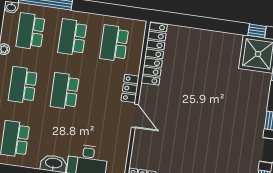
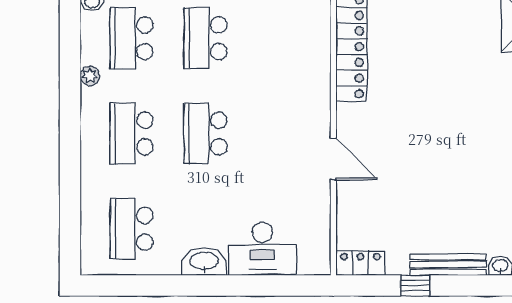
school desk: (114, 43) -> (279, 38), removed
locker: (130, 88) -> (318, 113), removed

